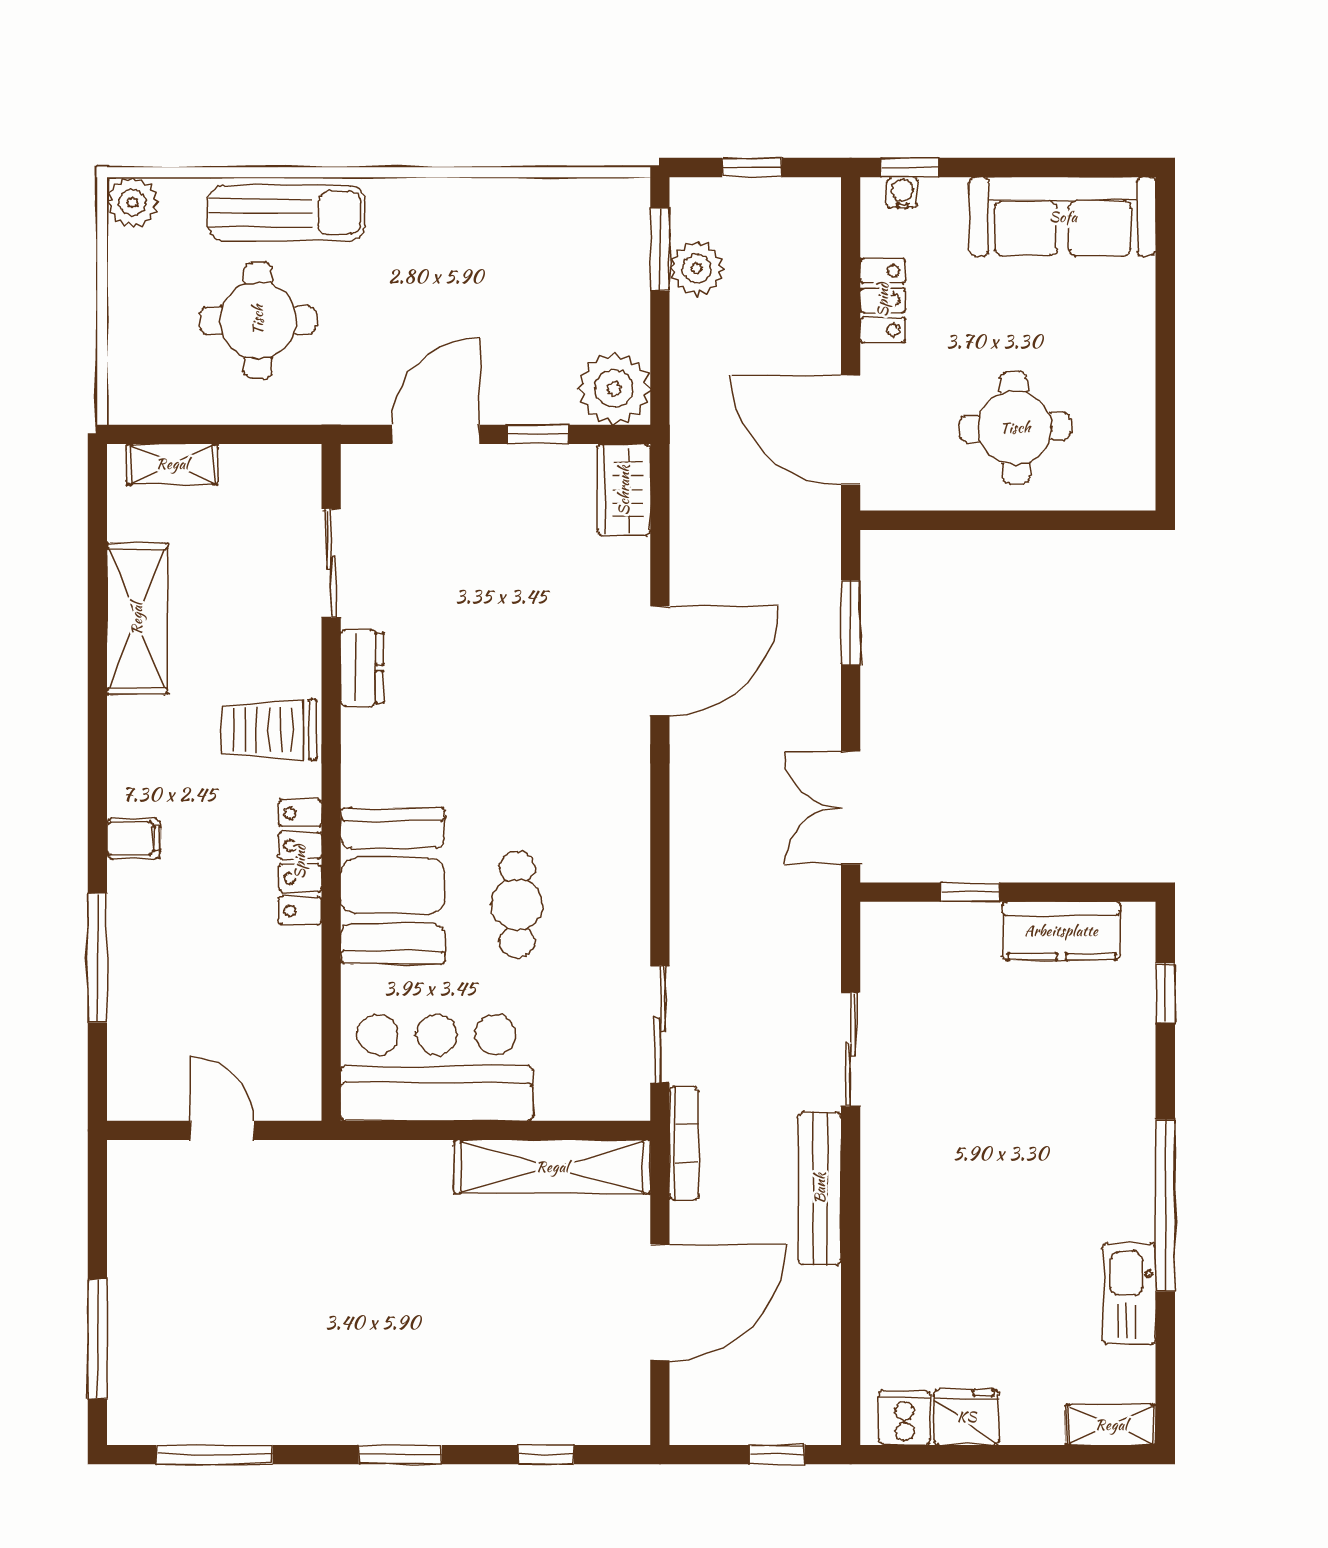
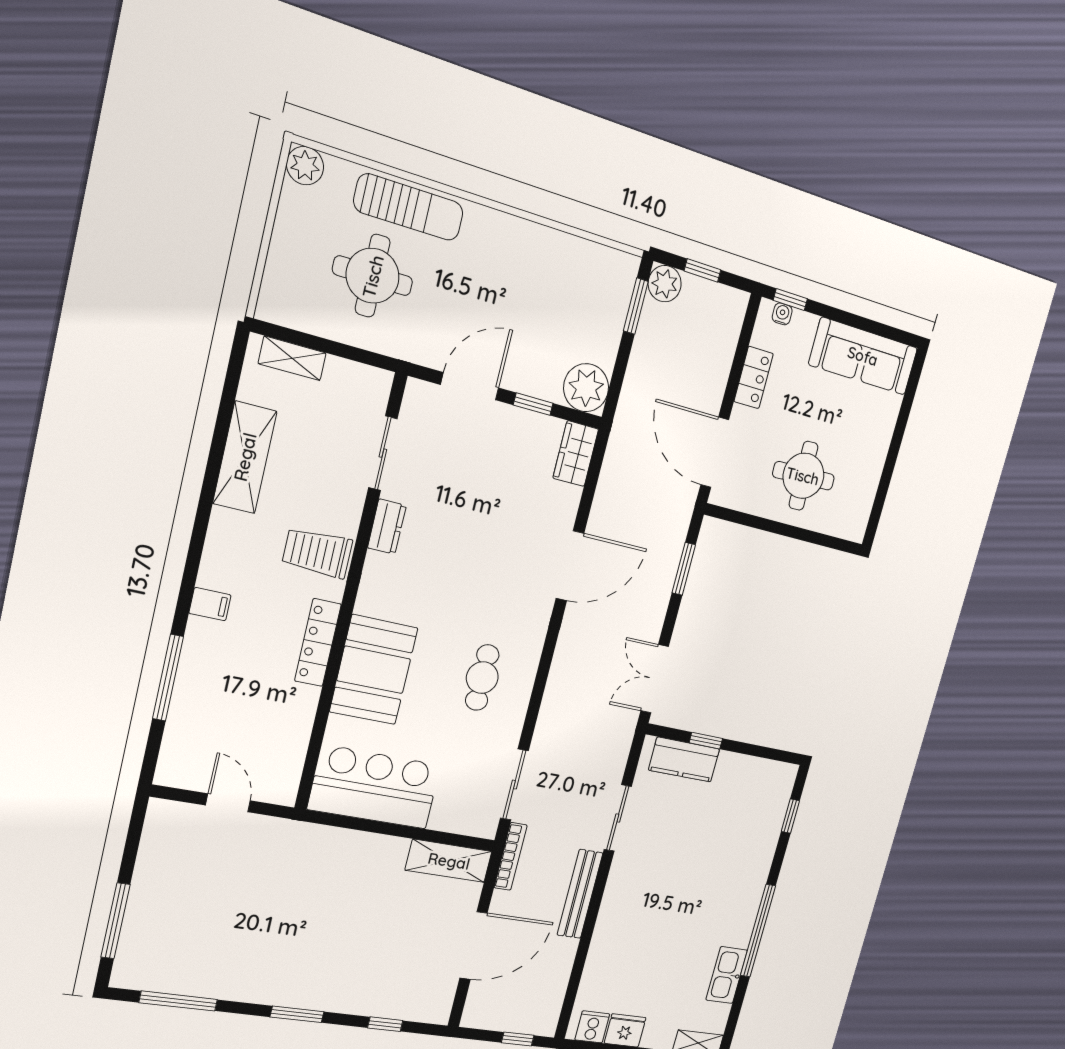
plant: (697, 269) -> (665, 284), moved
cafe table: (517, 905) -> (482, 678), moved
kitchen counter: (1061, 931) -> (684, 760), moved
shelving: (552, 1167) -> (449, 861), width x0.68

